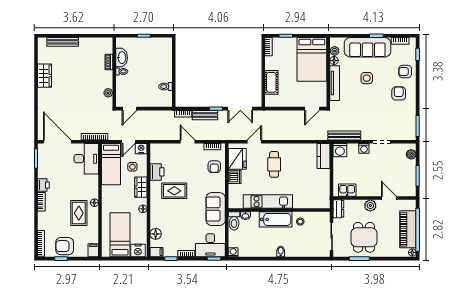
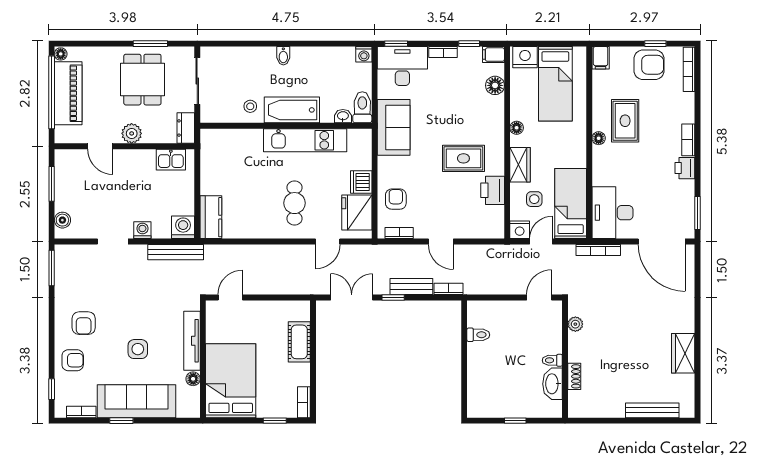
plant: (335, 51) -> (192, 395), removed

